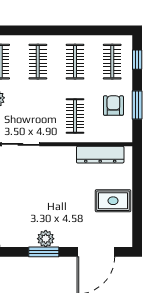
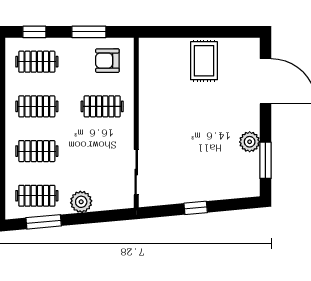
armchair: (113, 106) -> (107, 61), moved
dresser: (100, 155) -> (149, 76), removed
window: (44, 252) -> (265, 160), moved

